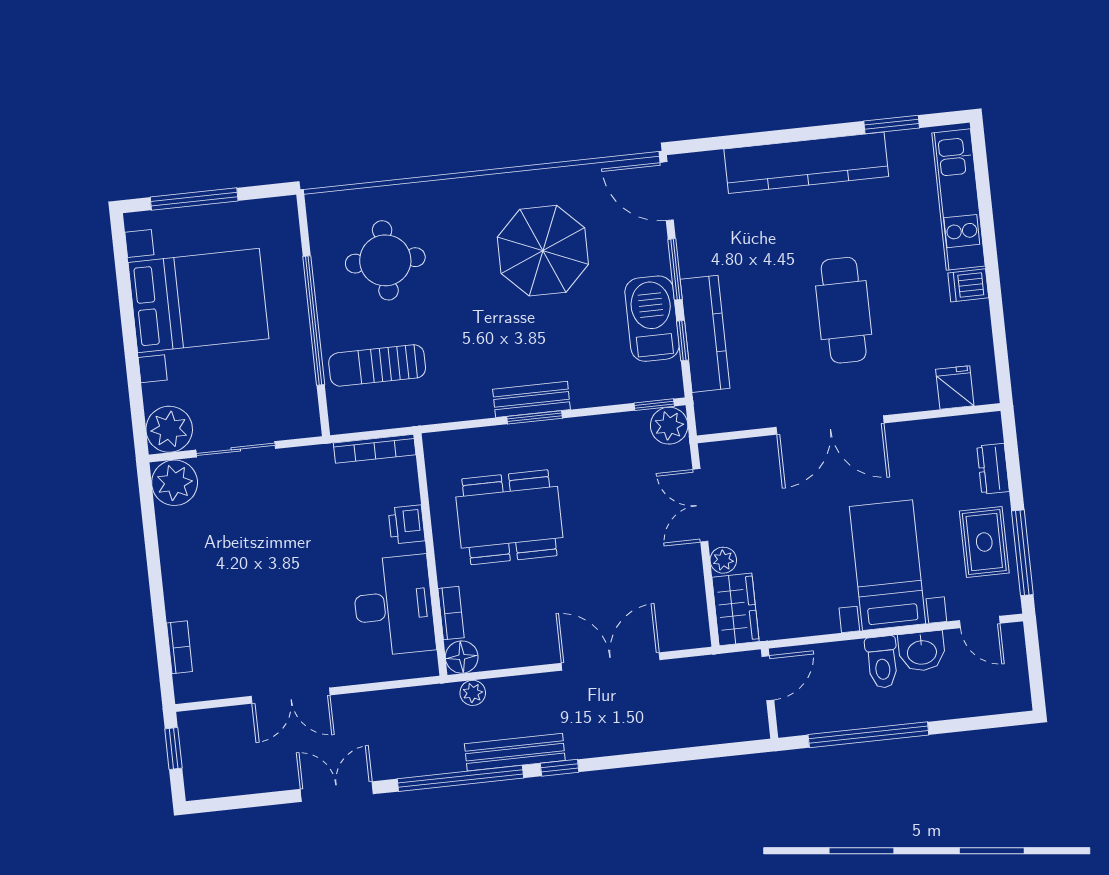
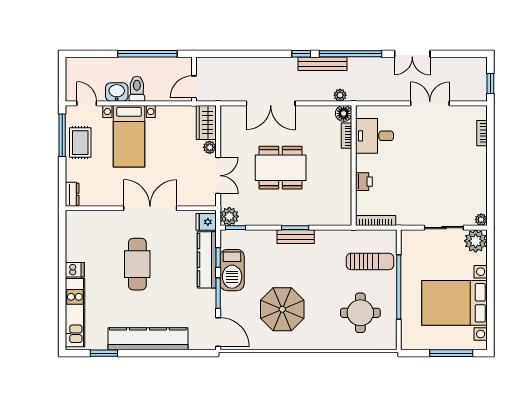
fridge: (955, 387) -> (206, 222), moved, turned 90
dresser: (993, 469) -> (72, 194), moved
plant: (175, 483) -> (481, 220), width x0.53, depth x0.53
dining table: (509, 517) -> (281, 168), moved
desk: (394, 606) -> (374, 136), width x0.73

